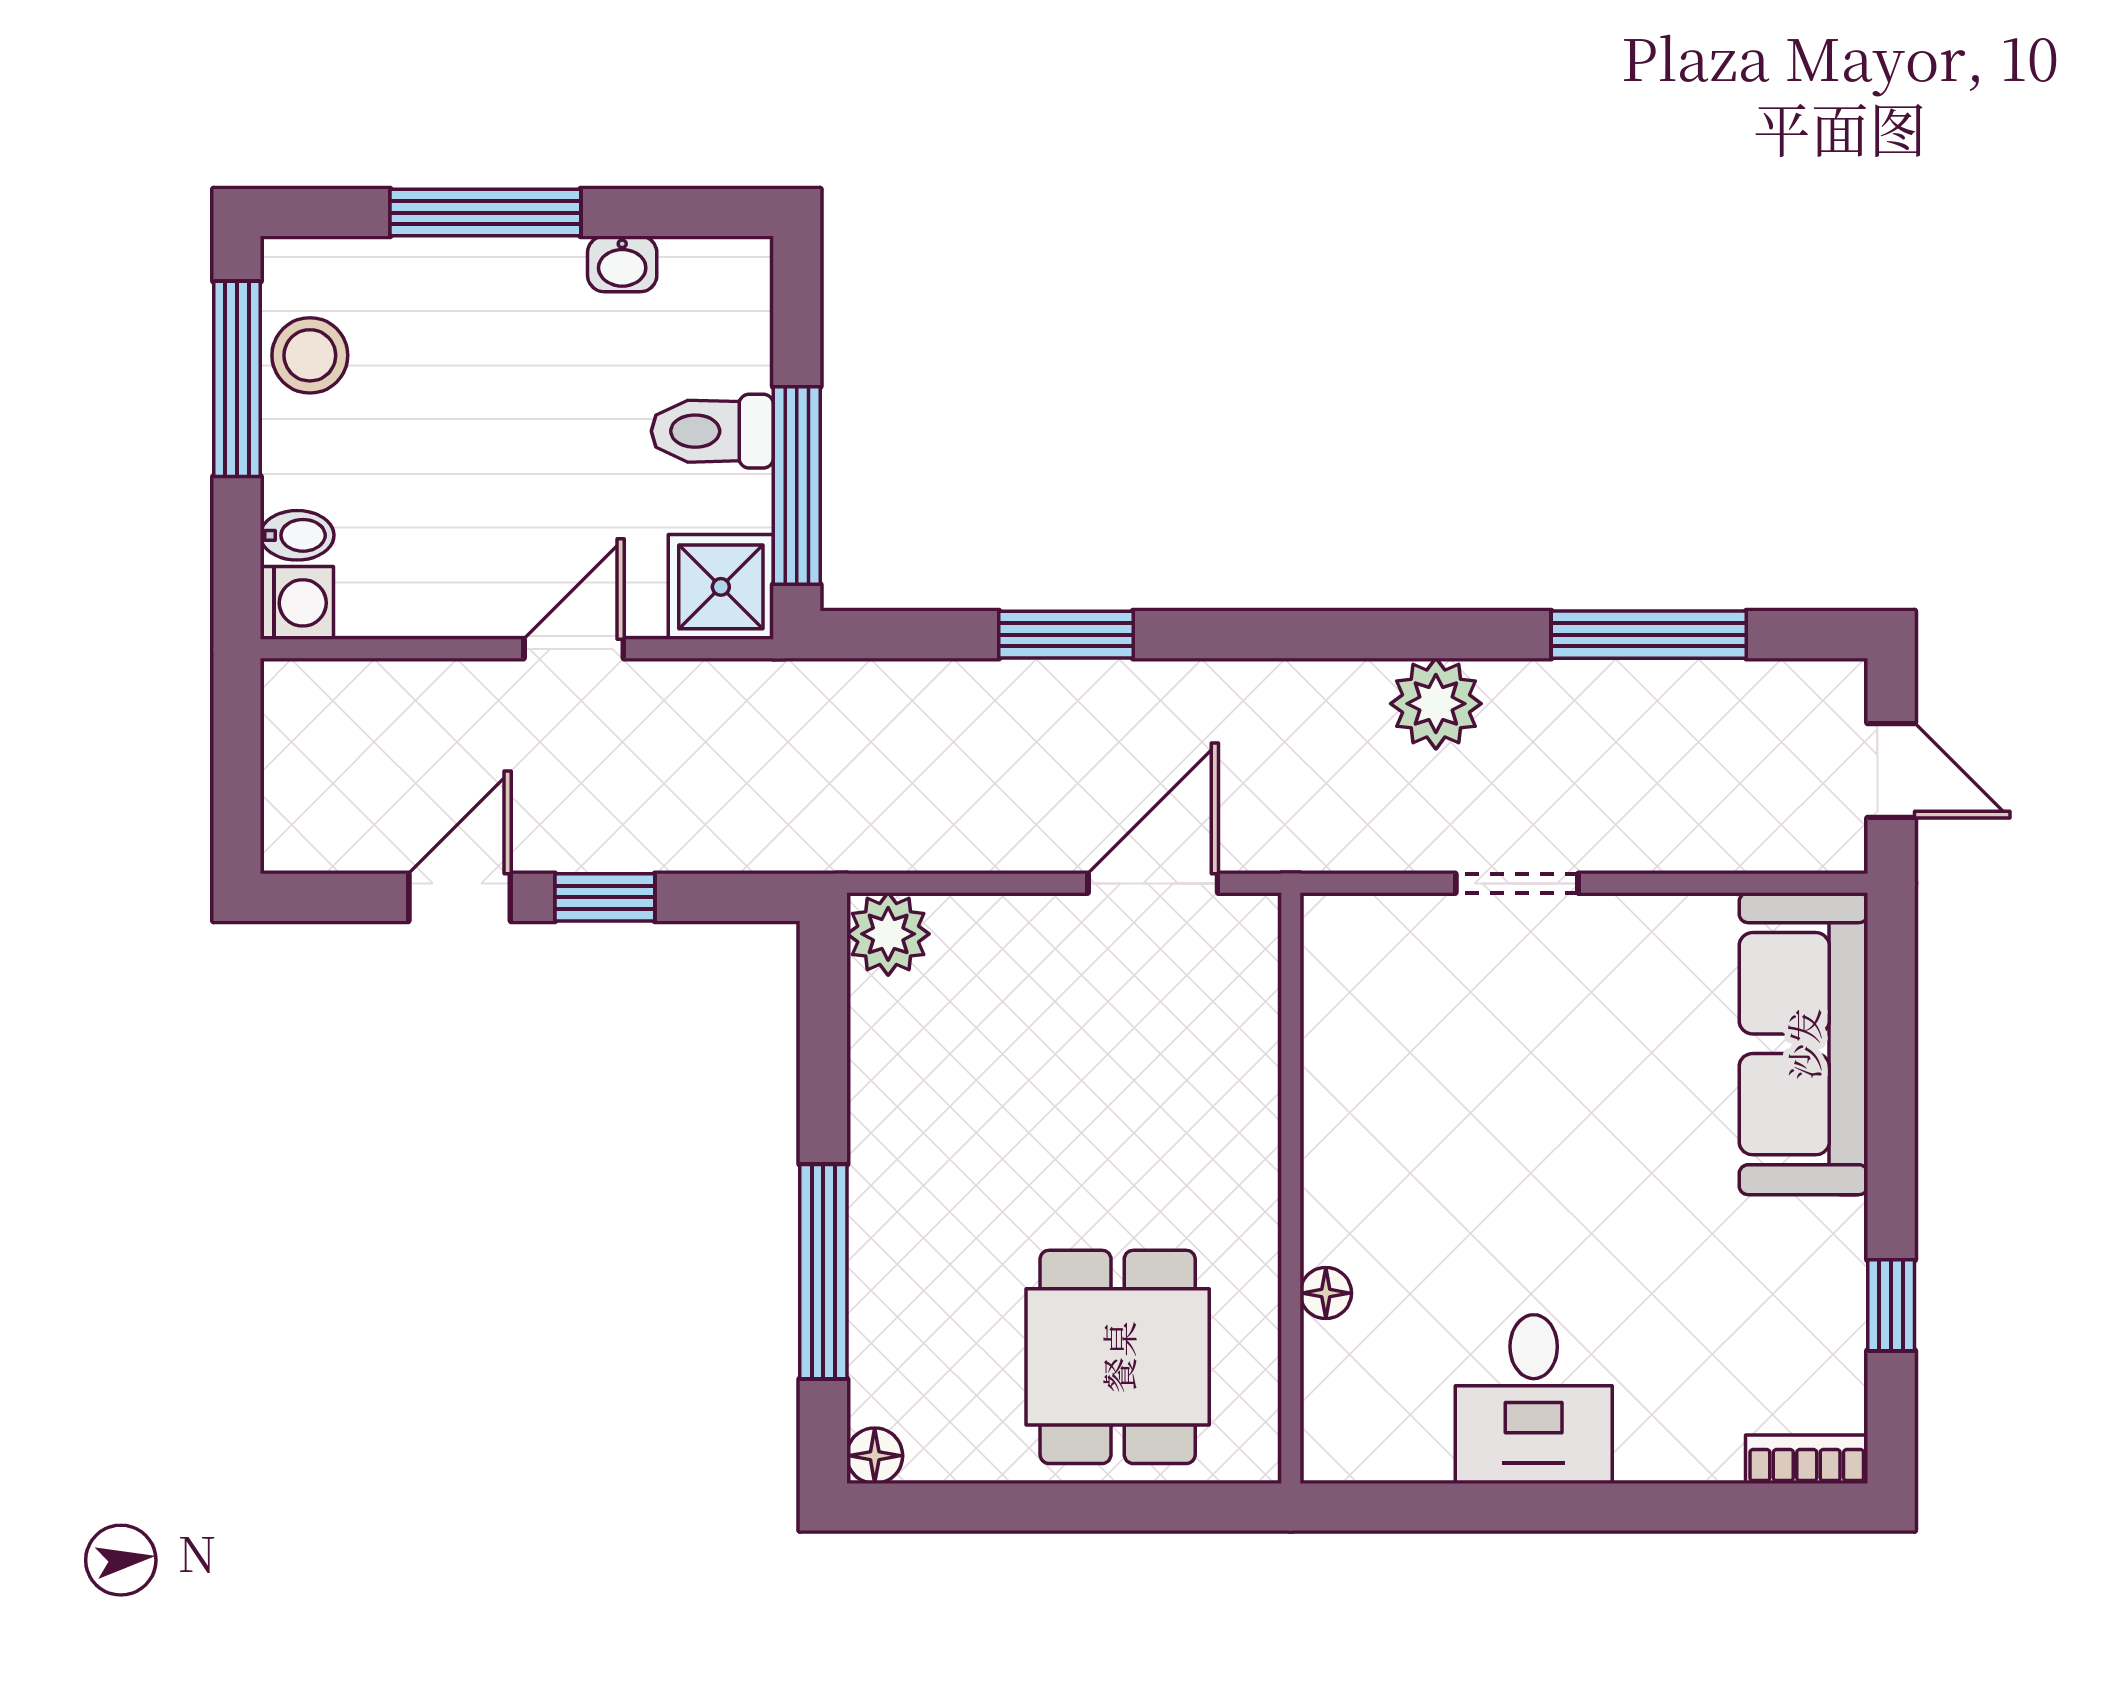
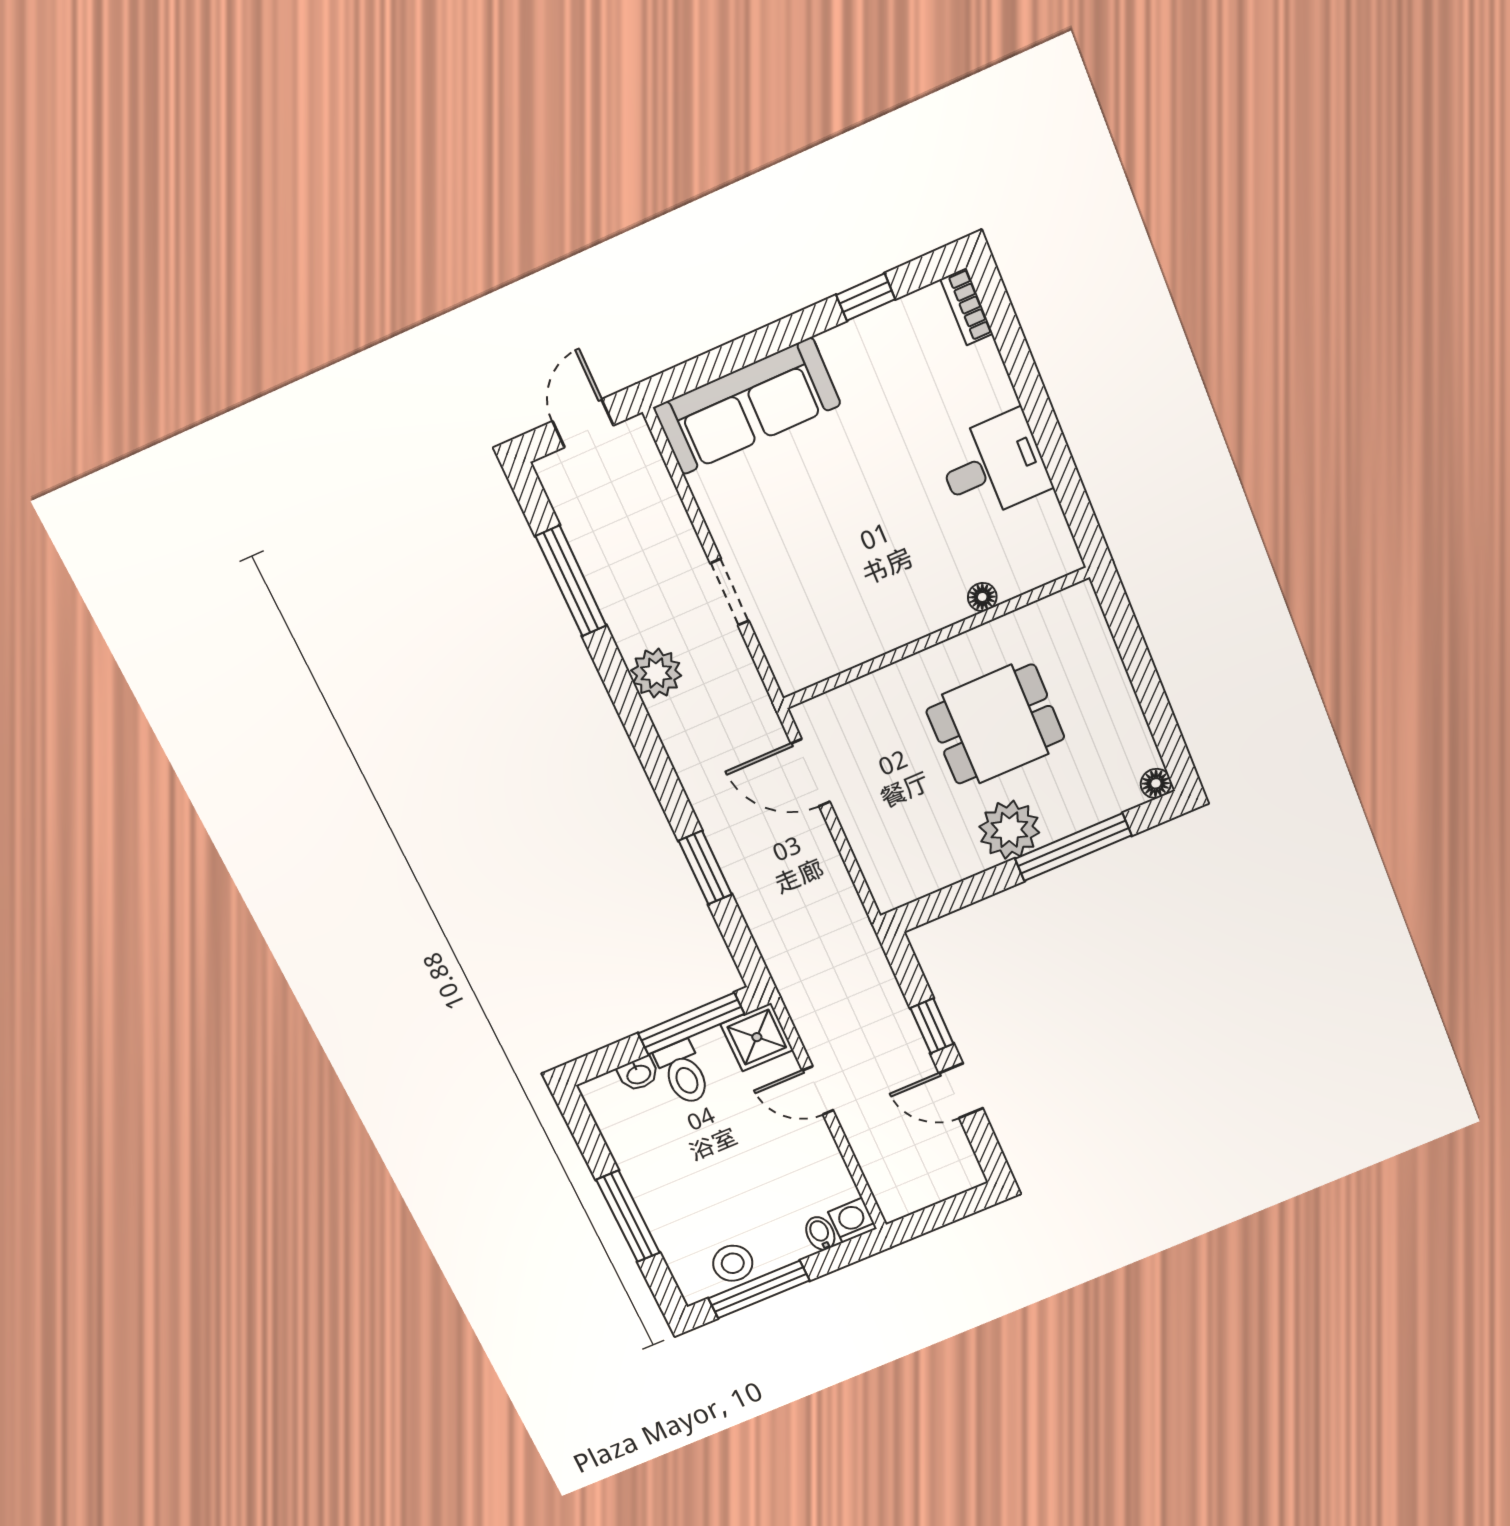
washbasin: (622, 264) -> (638, 1074), moved, turned 90
plant: (888, 934) -> (1009, 830), moved, width x1.36, depth x1.36
dining table: (1118, 1357) -> (995, 724), moved

